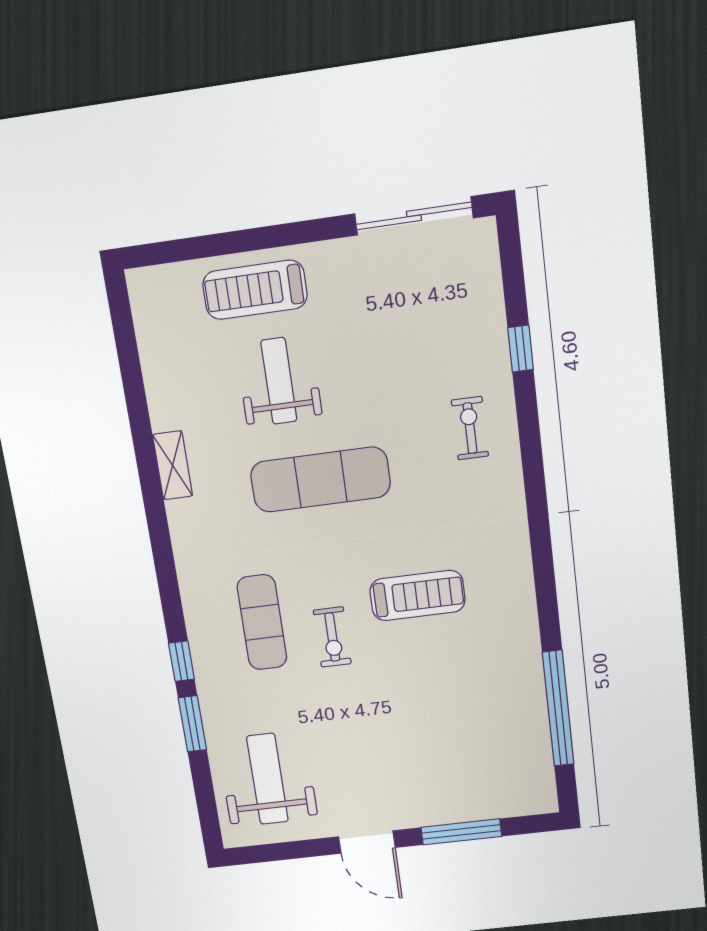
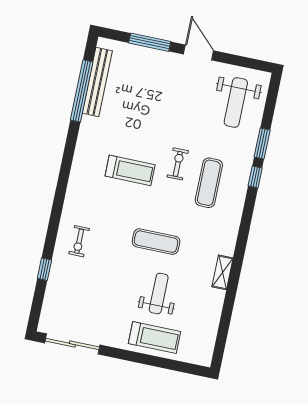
weight bench: (279, 381) -> (159, 293), turned 180
exercise mat: (320, 480) -> (156, 242), width x0.73, depth x0.69
treadmill: (417, 596) -> (130, 170), turned 180
bench: (534, 733) -> (97, 82), added

